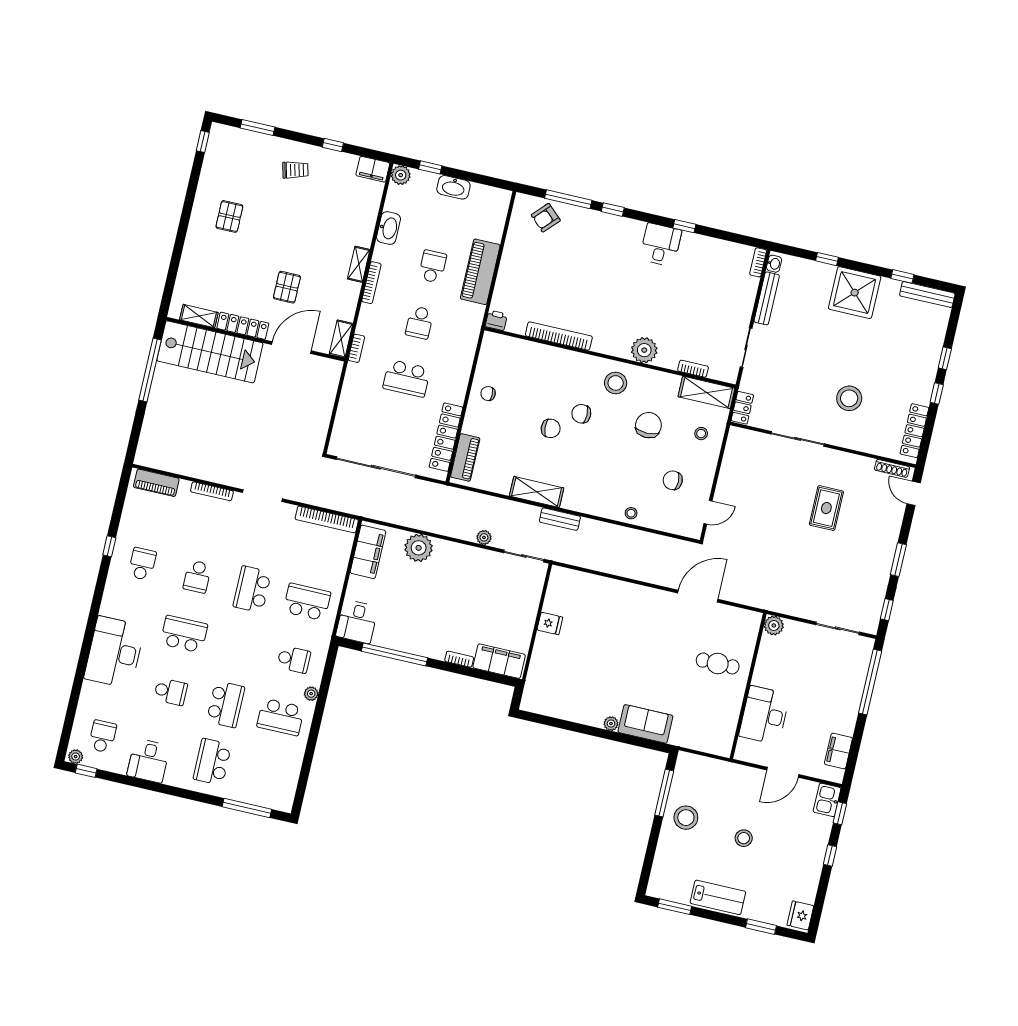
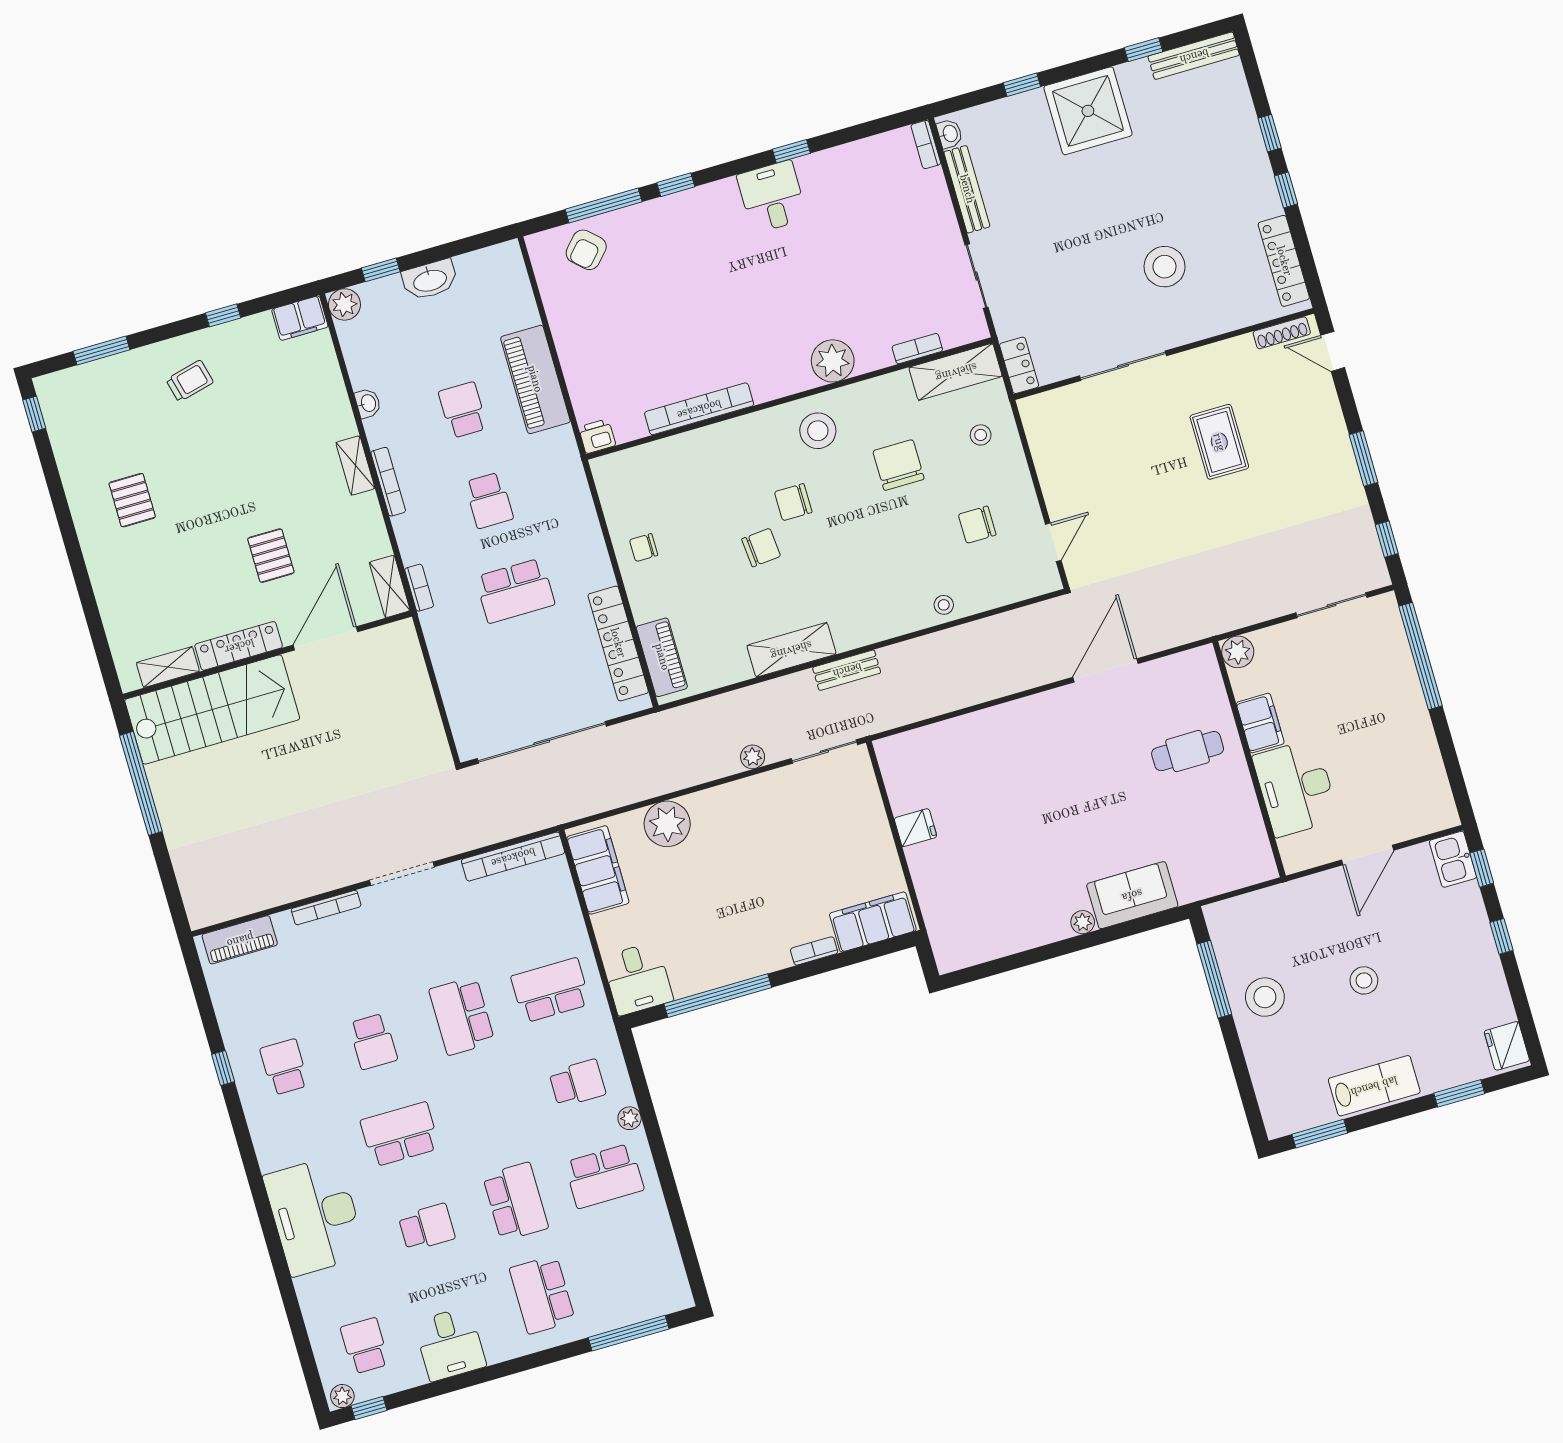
washbasin: (388, 228) -> (368, 403), width x0.52, depth x0.69
filing cabinet: (838, 751) -> (1260, 723), moved, turned 180

